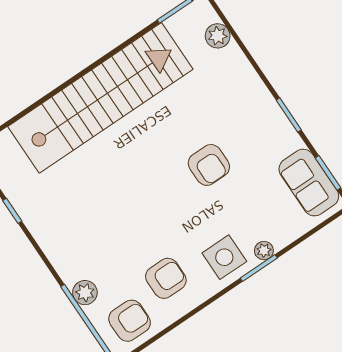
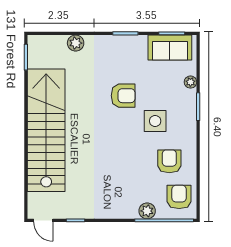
plant: (218, 36) -> (76, 43), moved
plant: (264, 251) -> (190, 82), moved
side table: (224, 257) -> (155, 121), moved

